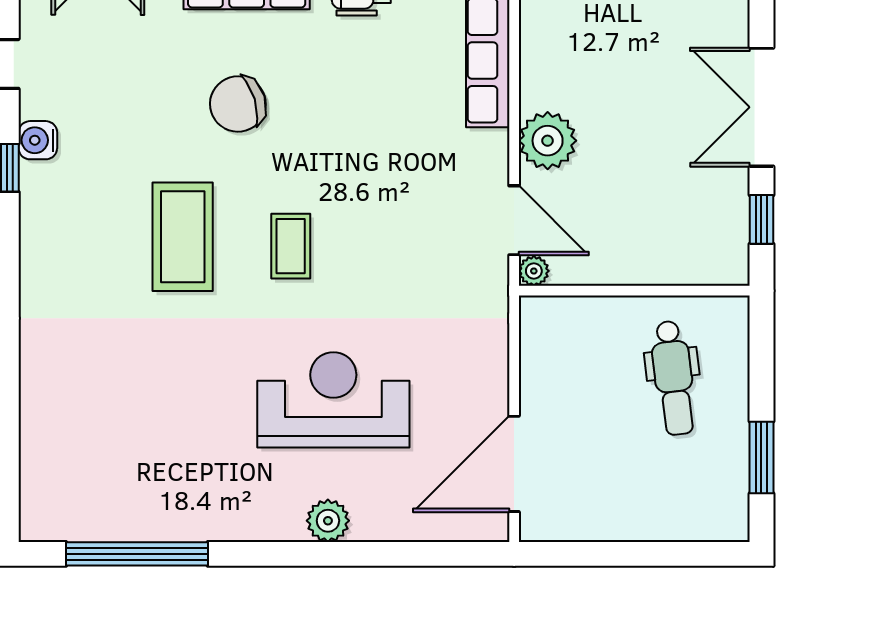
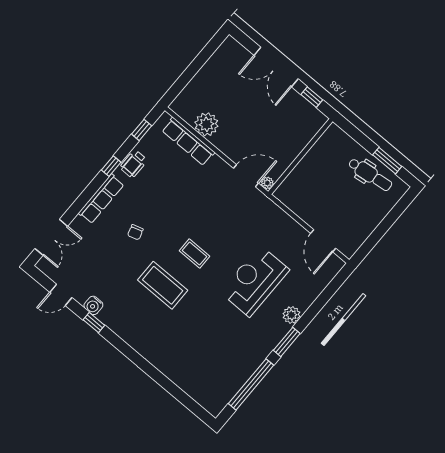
chair: (238, 104) -> (135, 232), width x0.54, depth x0.54
plant: (548, 141) -> (206, 124), moved
dental chair: (673, 378) -> (370, 175), moved
door: (514, 464) -> (323, 241), width x0.73
window: (271, 554) -> (287, 342), added

